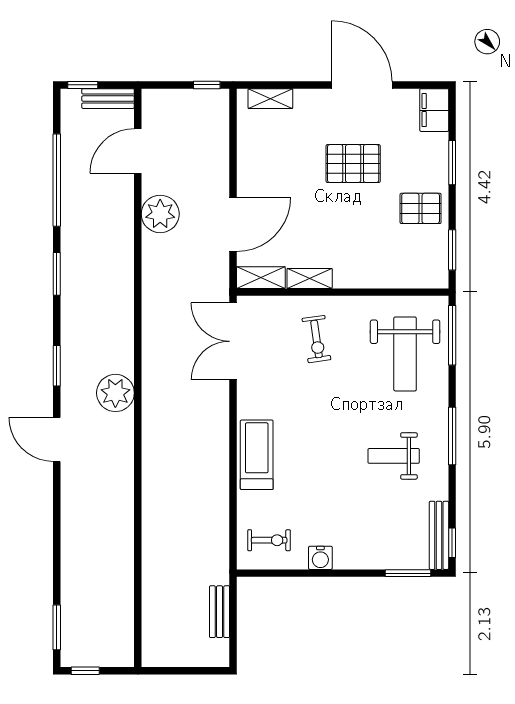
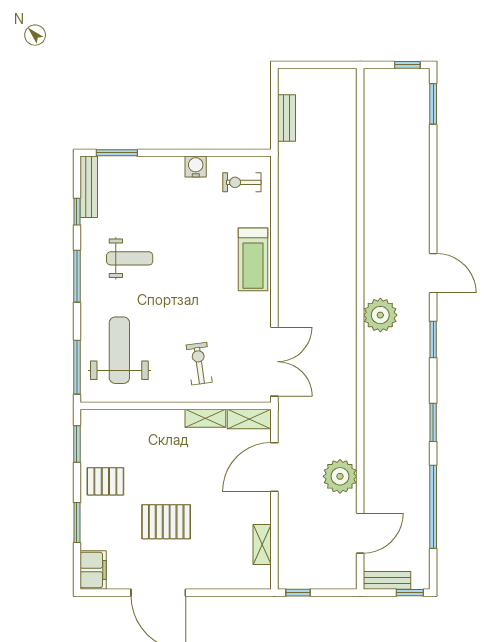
shelving: (270, 99) -> (262, 544), moved, turned 90
window: (452, 543) -> (77, 212), moved

